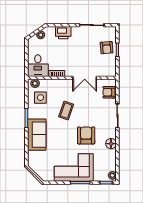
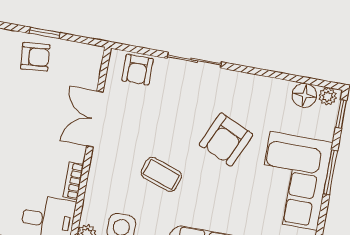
double door: (85, 78) -> (95, 119), swing flipped
armchair: (86, 135) -> (226, 140), turned -66
floor lamp: (111, 144) -> (304, 95), moved

